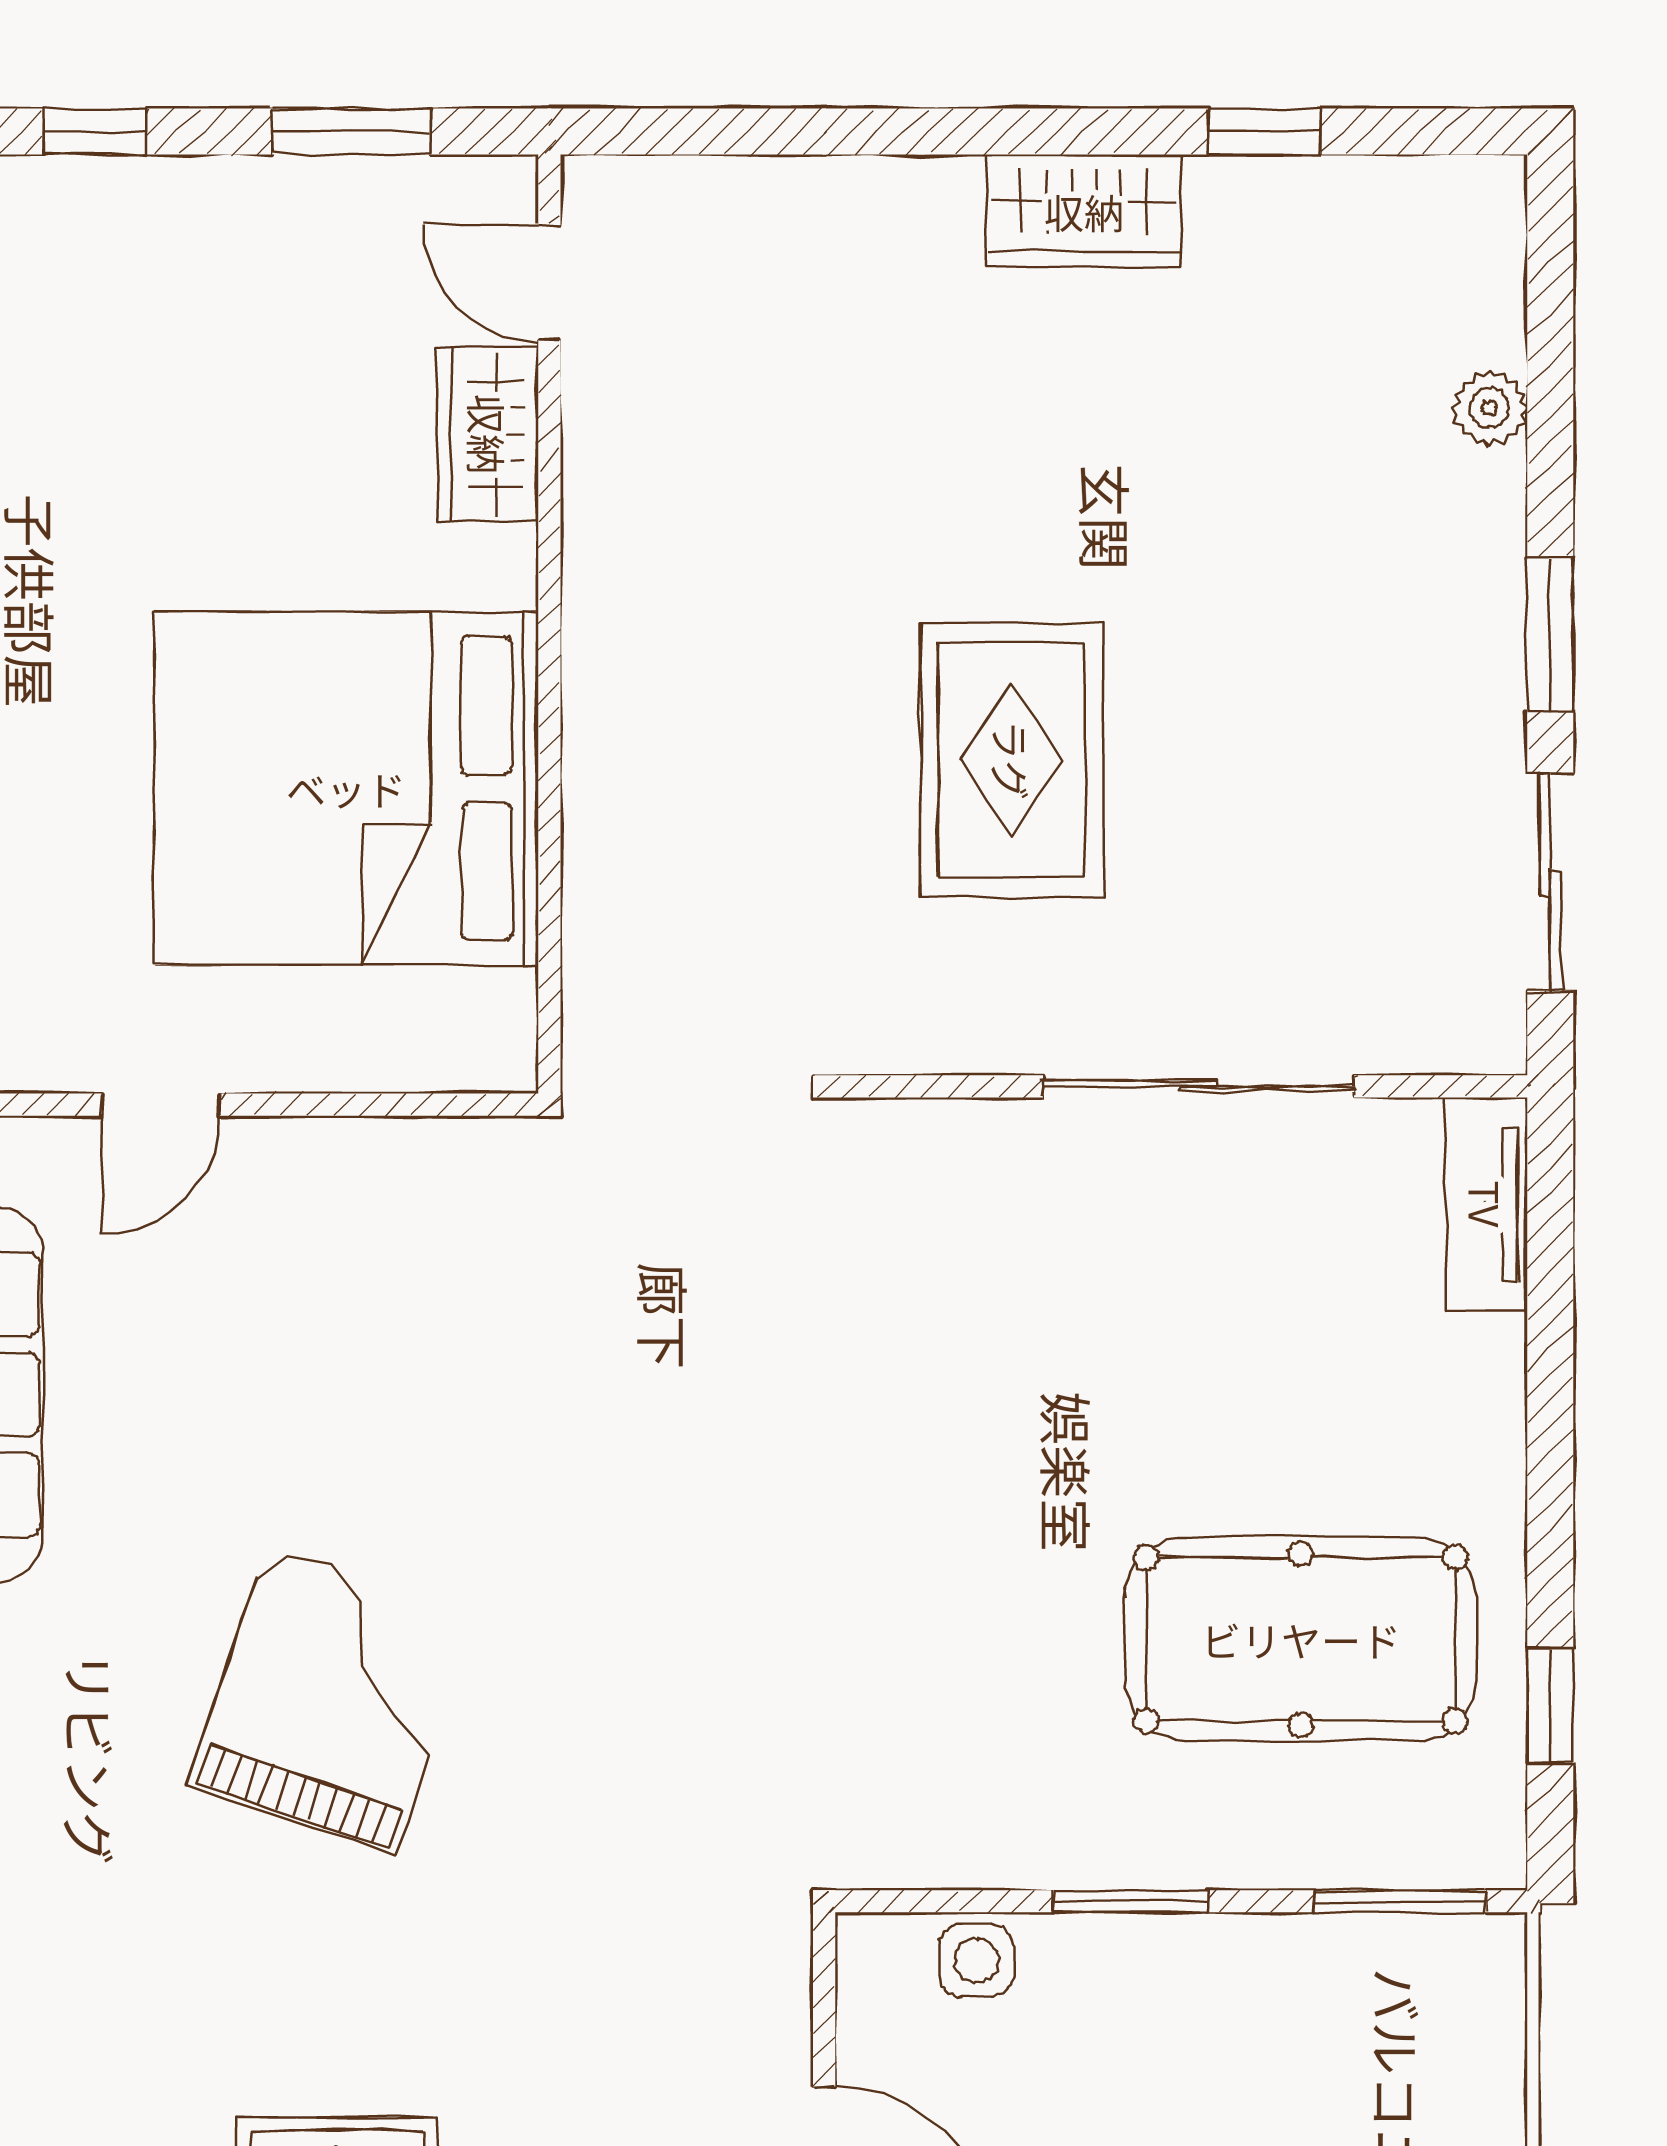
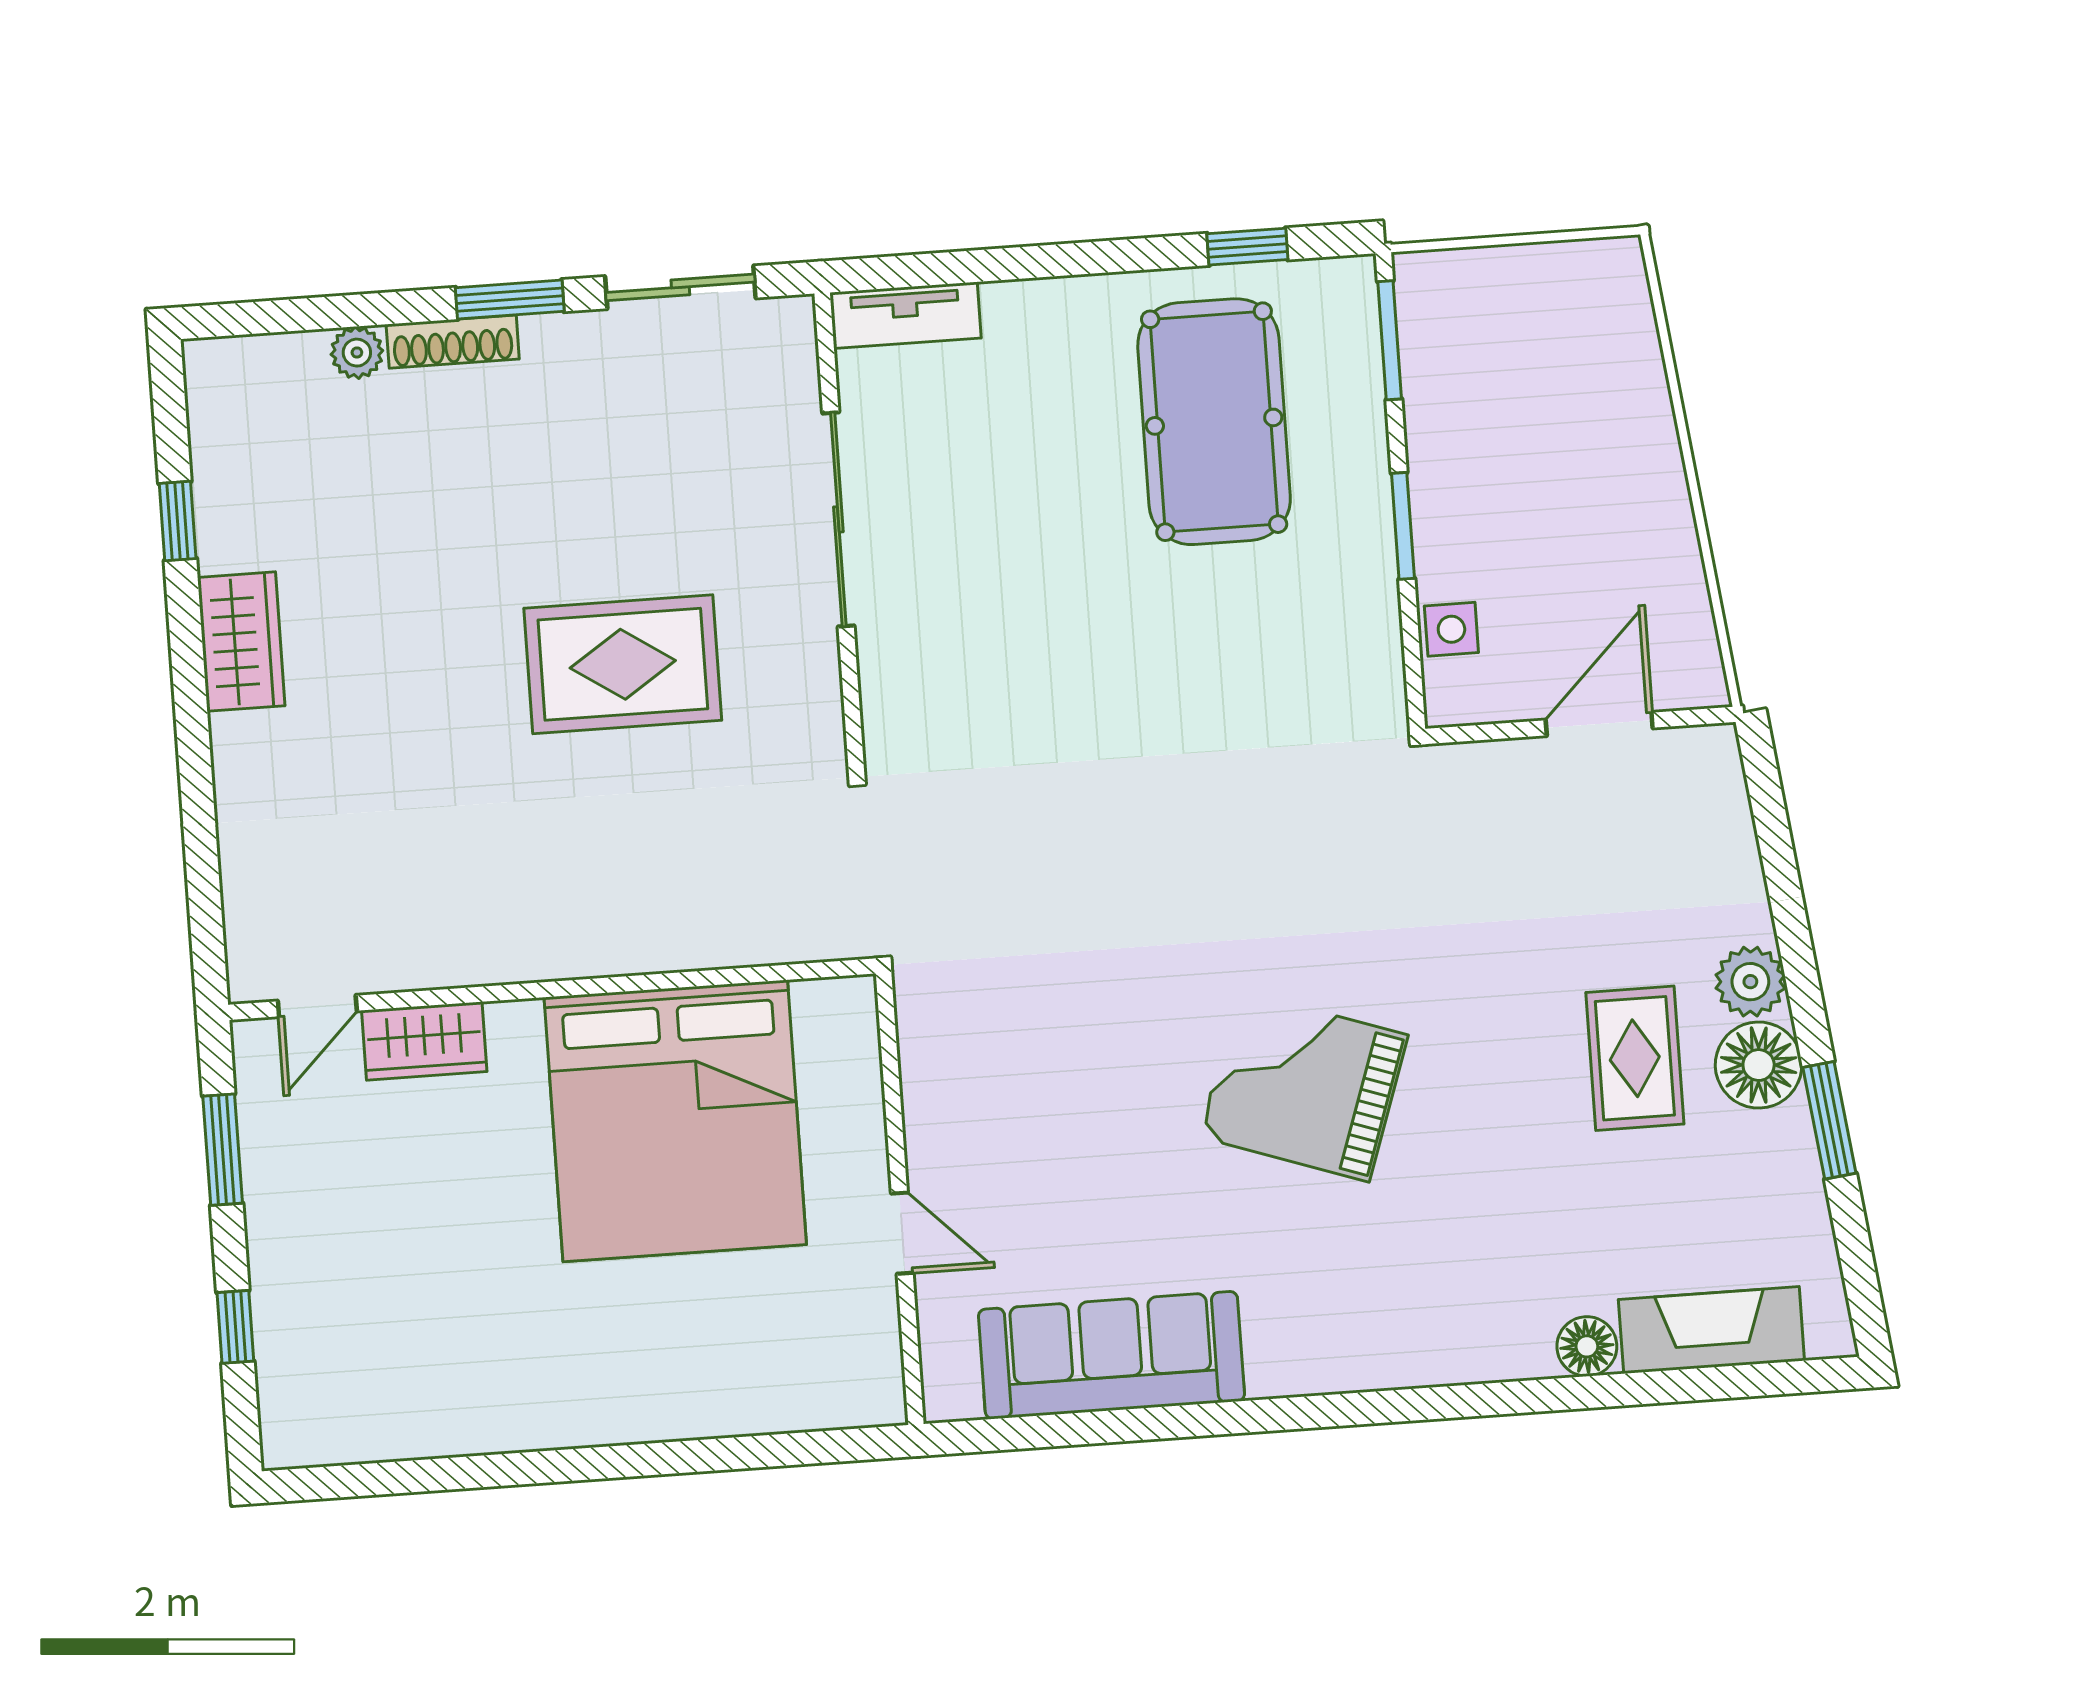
shoe rack: (1495, 547) -> (453, 342), added

